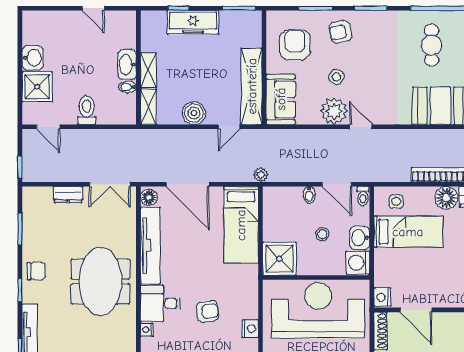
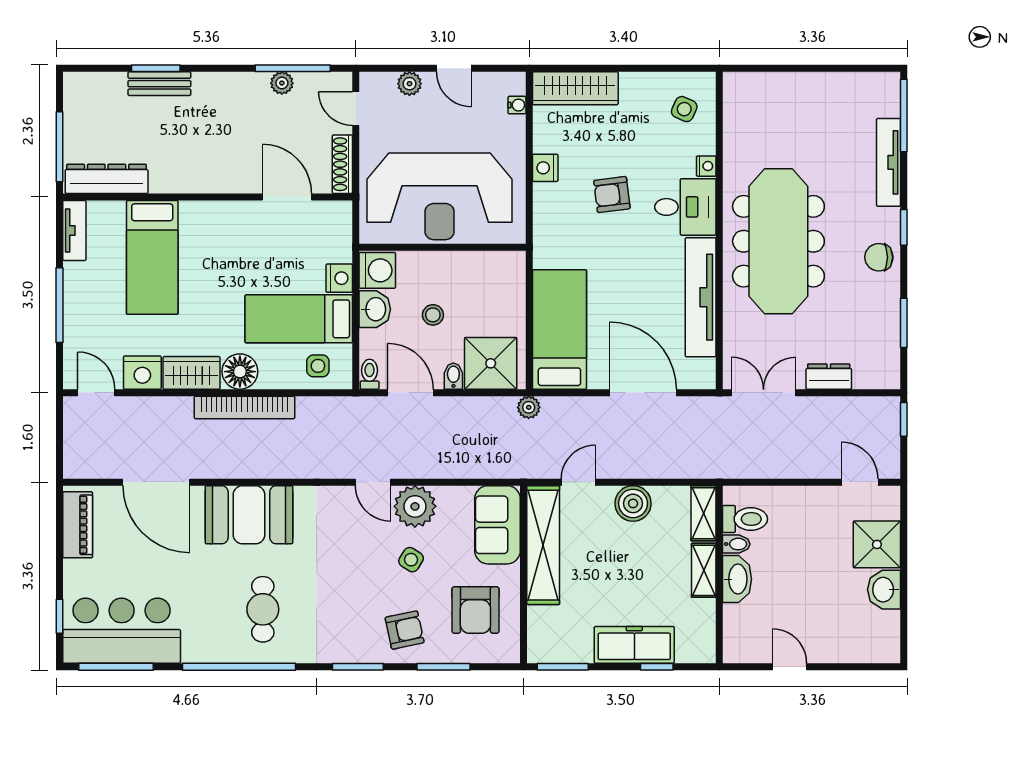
toilet: (87, 110) -> (745, 519), moved, turned -90
floor lamp: (149, 197) -> (703, 372), removed
shower: (279, 259) -> (491, 363), moved
meeting table: (100, 281) -> (778, 241), width x1.36
nightstand: (382, 297) -> (339, 278), moved

